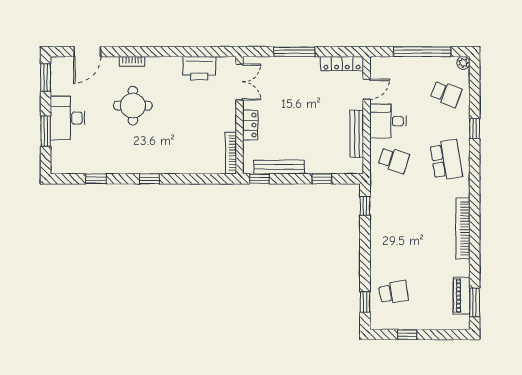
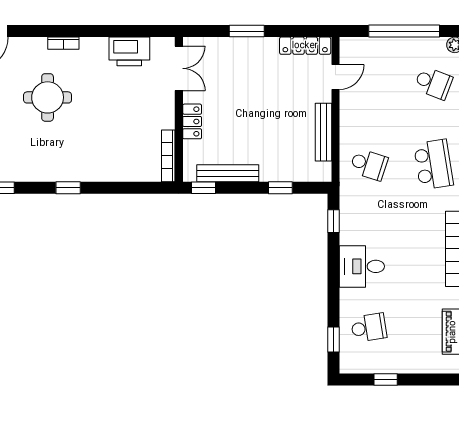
window: (295, 52) -> (247, 31), width x0.69
bookcase: (132, 61) -> (63, 43), moved
desk: (388, 121) -> (362, 266), moved

